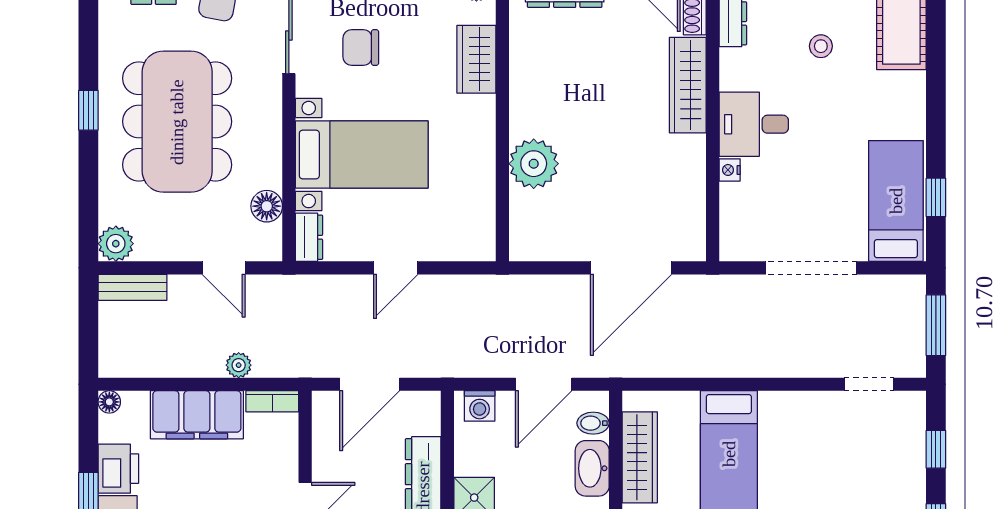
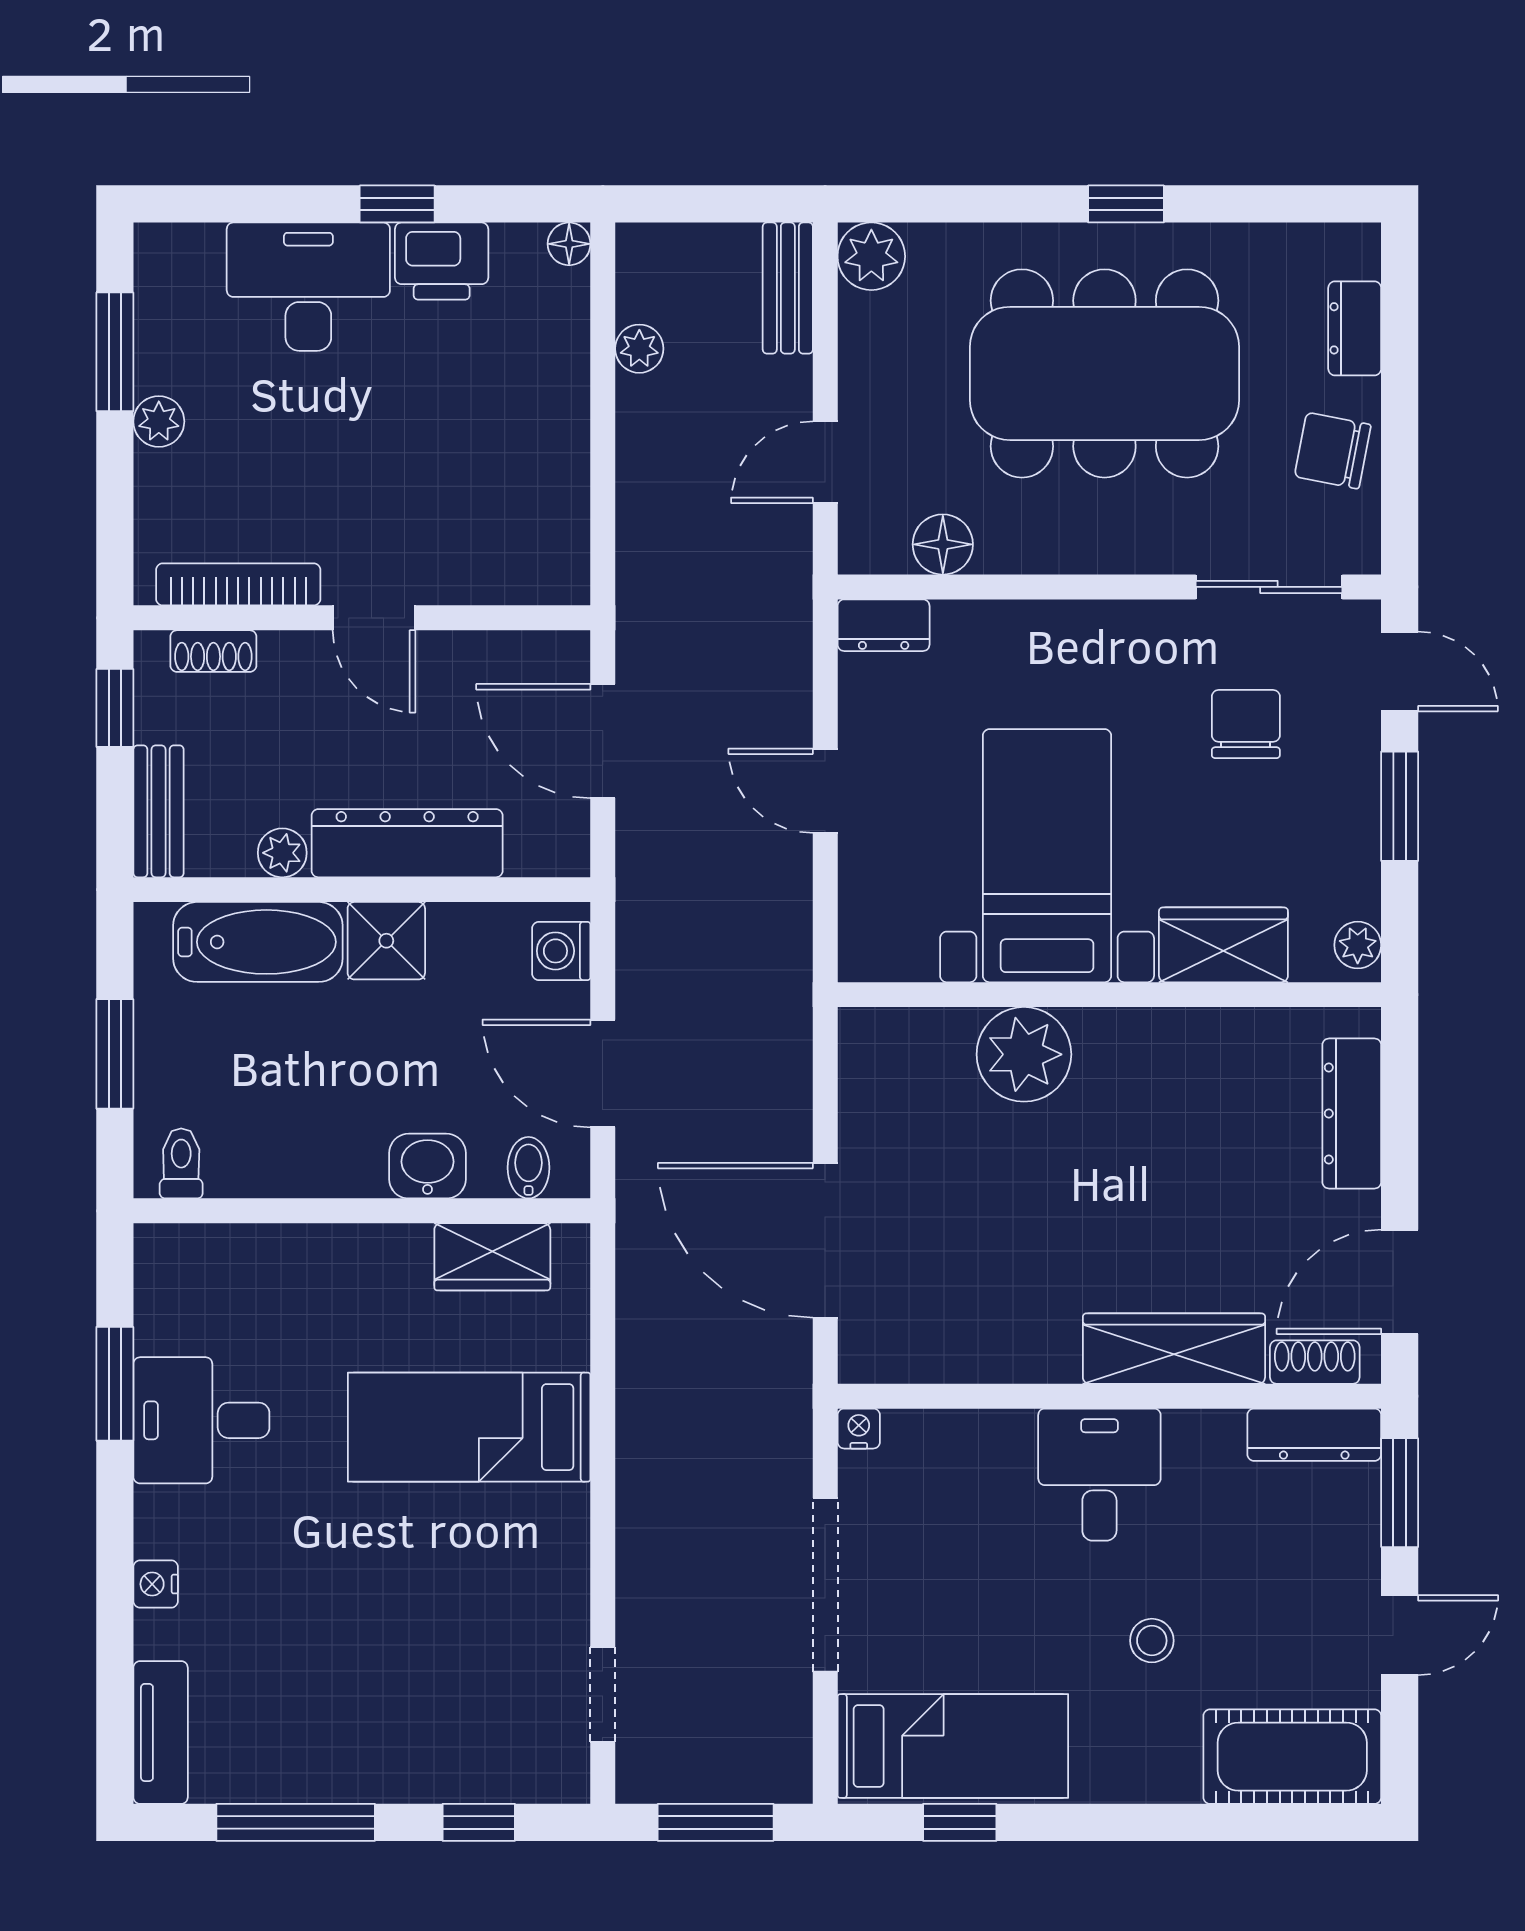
stool: (821, 46) -> (1152, 1641), moved
bed with nightstands: (362, 155) -> (1047, 856), moved, turned 180
nightstand: (730, 170) -> (859, 1429), moved
plant: (239, 365) -> (639, 349), moved
bookcase: (272, 401) -> (570, 555), removed
filing cabinet: (197, 415) -> (544, 411), removed
wardrobe: (640, 457) -> (492, 1257), width x0.67
washbasin: (592, 468) -> (427, 1166), width x0.72

